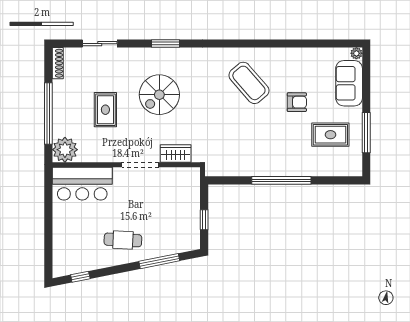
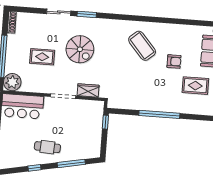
sliding door: (100, 44) -> (59, 12), moved
spiral stairs: (159, 95) -> (80, 49), turned -90
rug: (105, 110) -> (42, 57), turned 90
window: (204, 220) -> (105, 122), moved
window: (80, 277) -> (34, 168), moved

